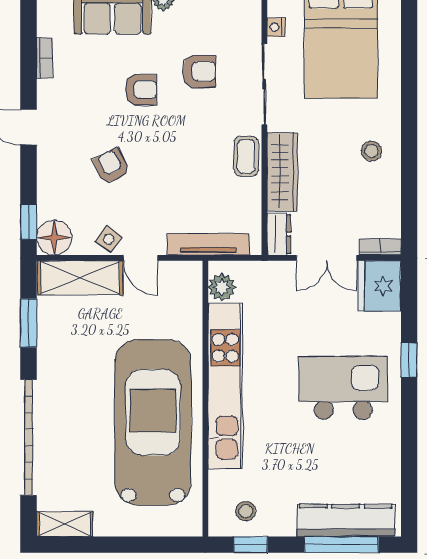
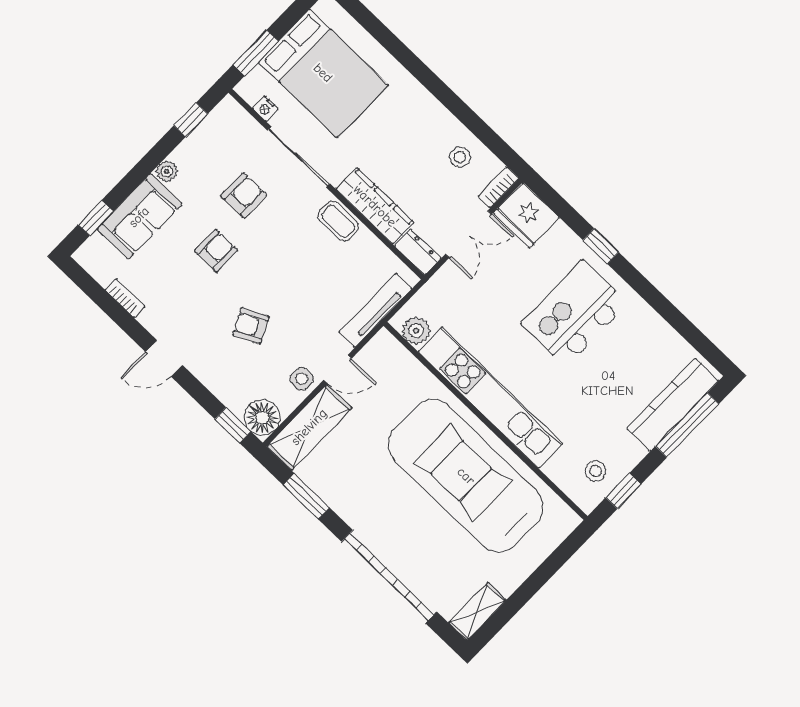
stool: (371, 151) -> (460, 157), moved
side table: (109, 239) -> (302, 379), turned -35

